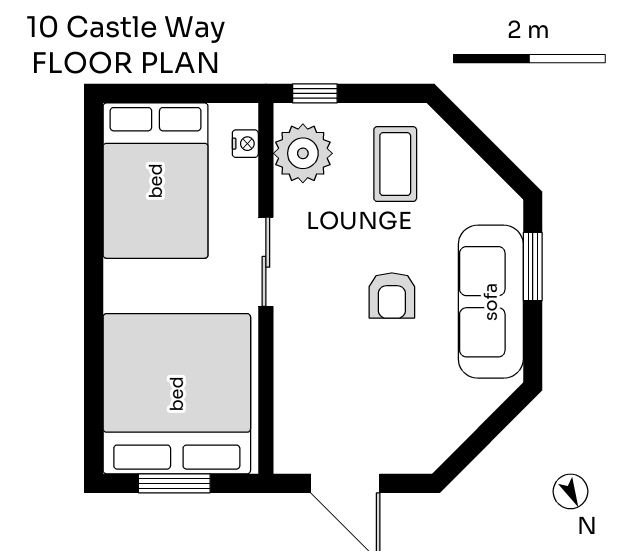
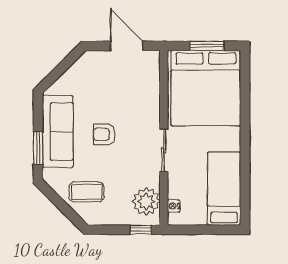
coffee table: (395, 164) -> (87, 192), moved, turned 90
bed: (156, 181) -> (224, 189), width x0.67
armchair: (392, 296) -> (104, 134), turned -90

